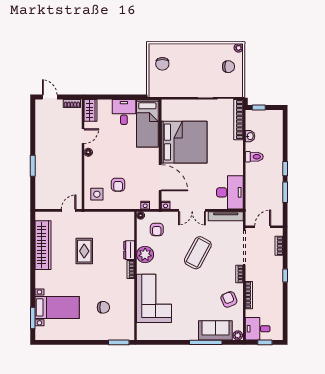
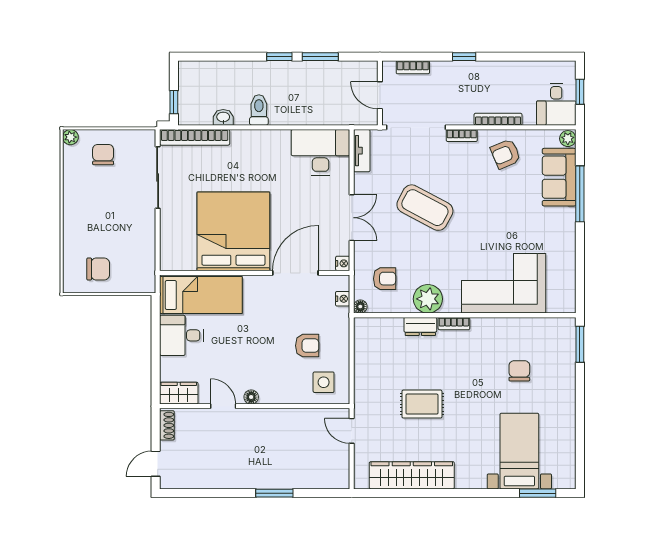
tv unit: (226, 216) -> (362, 151), width x0.71

